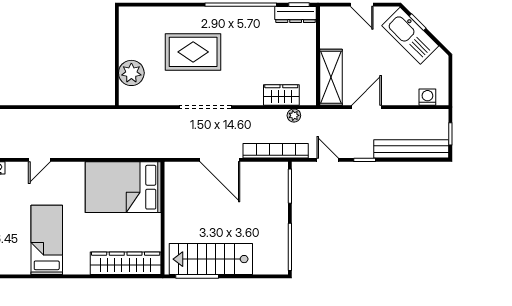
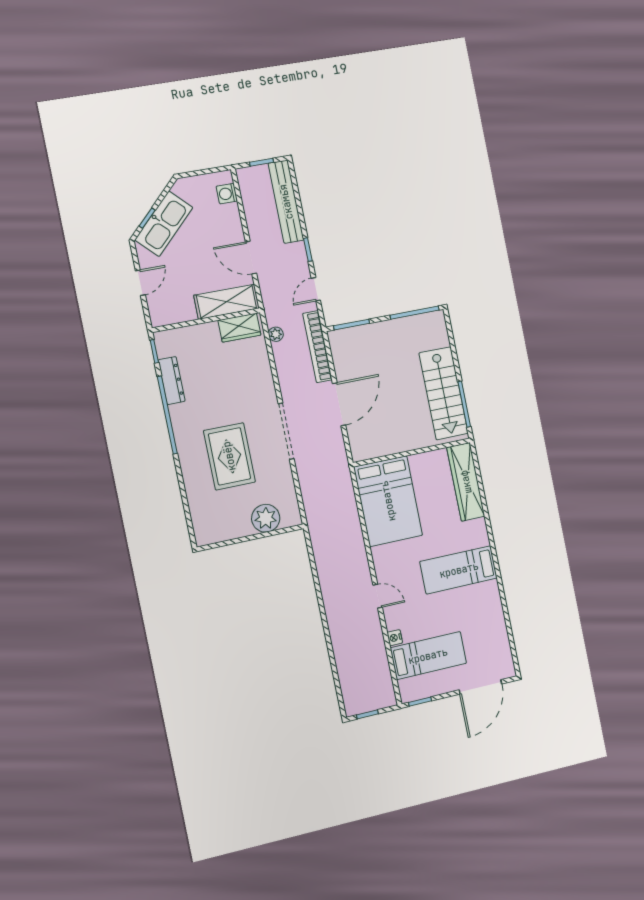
dresser: (296, 15) -> (172, 381), moved
wardrobe: (281, 95) -> (239, 328), moved, turned -90

